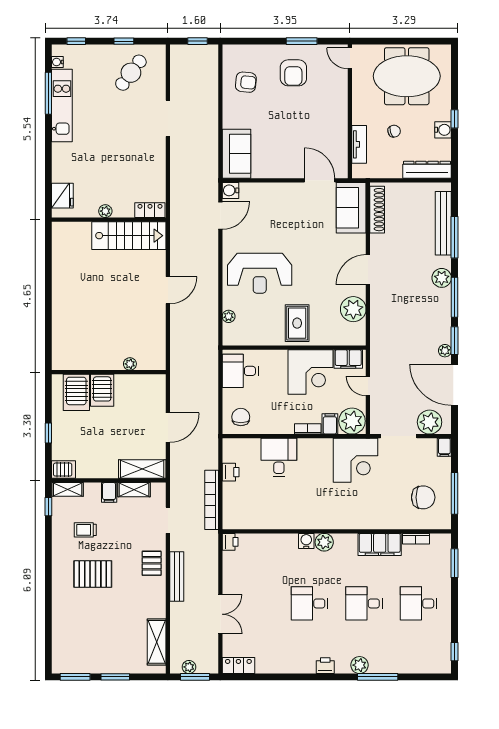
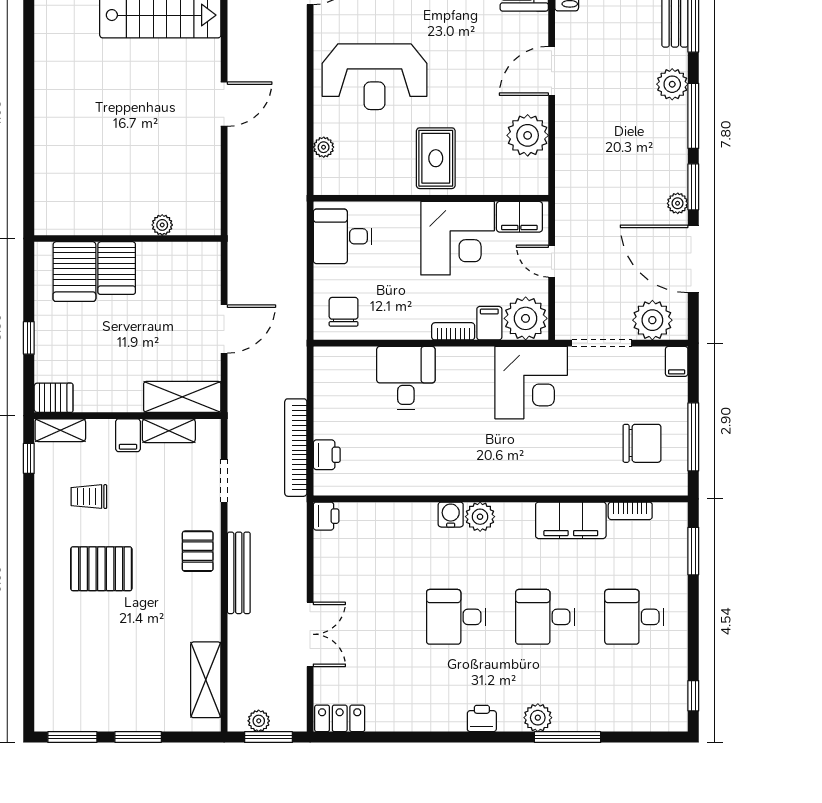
printer: (231, 472) -> (327, 455), moved

